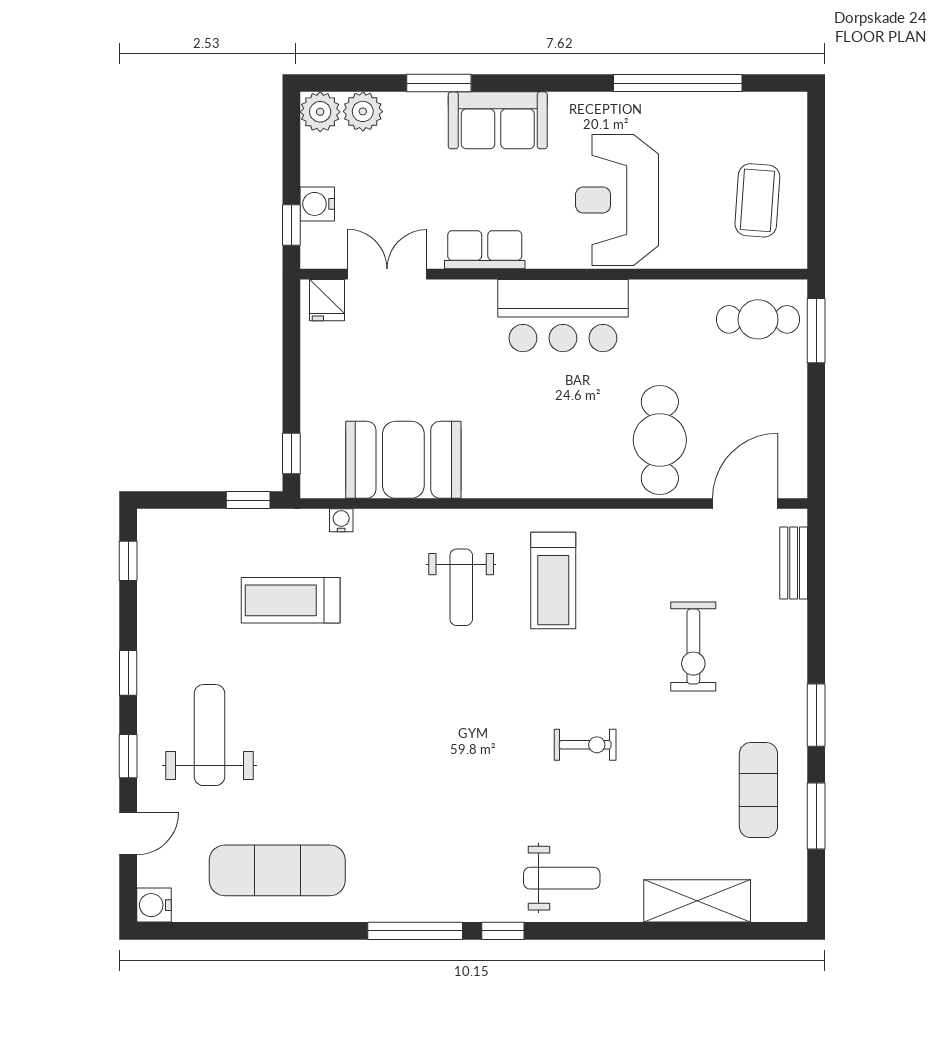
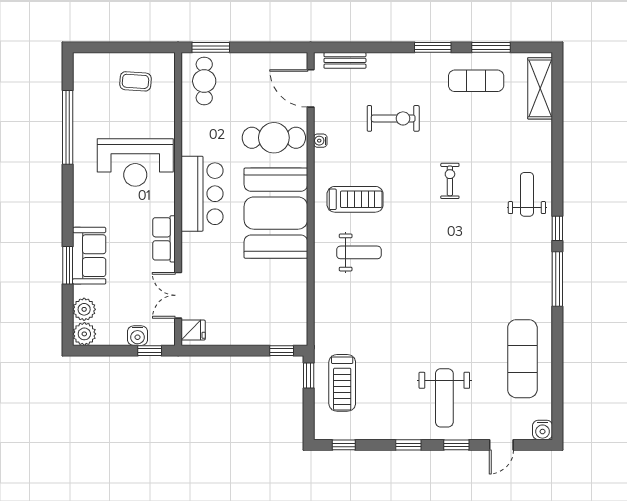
sofa: (498, 120) -> (89, 256), moved
coffee table: (757, 200) -> (135, 81), width x0.73, depth x0.77
booth: (403, 460) -> (276, 213), moved, width x1.36, depth x1.42
water cooler: (341, 520) -> (320, 141), moved
treadmill: (291, 600) -> (342, 383), moved
weight bench: (209, 735) -> (444, 398), turned -90
door: (128, 834) -> (501, 445), swing flipped
shelving: (697, 901) -> (540, 88), moved

